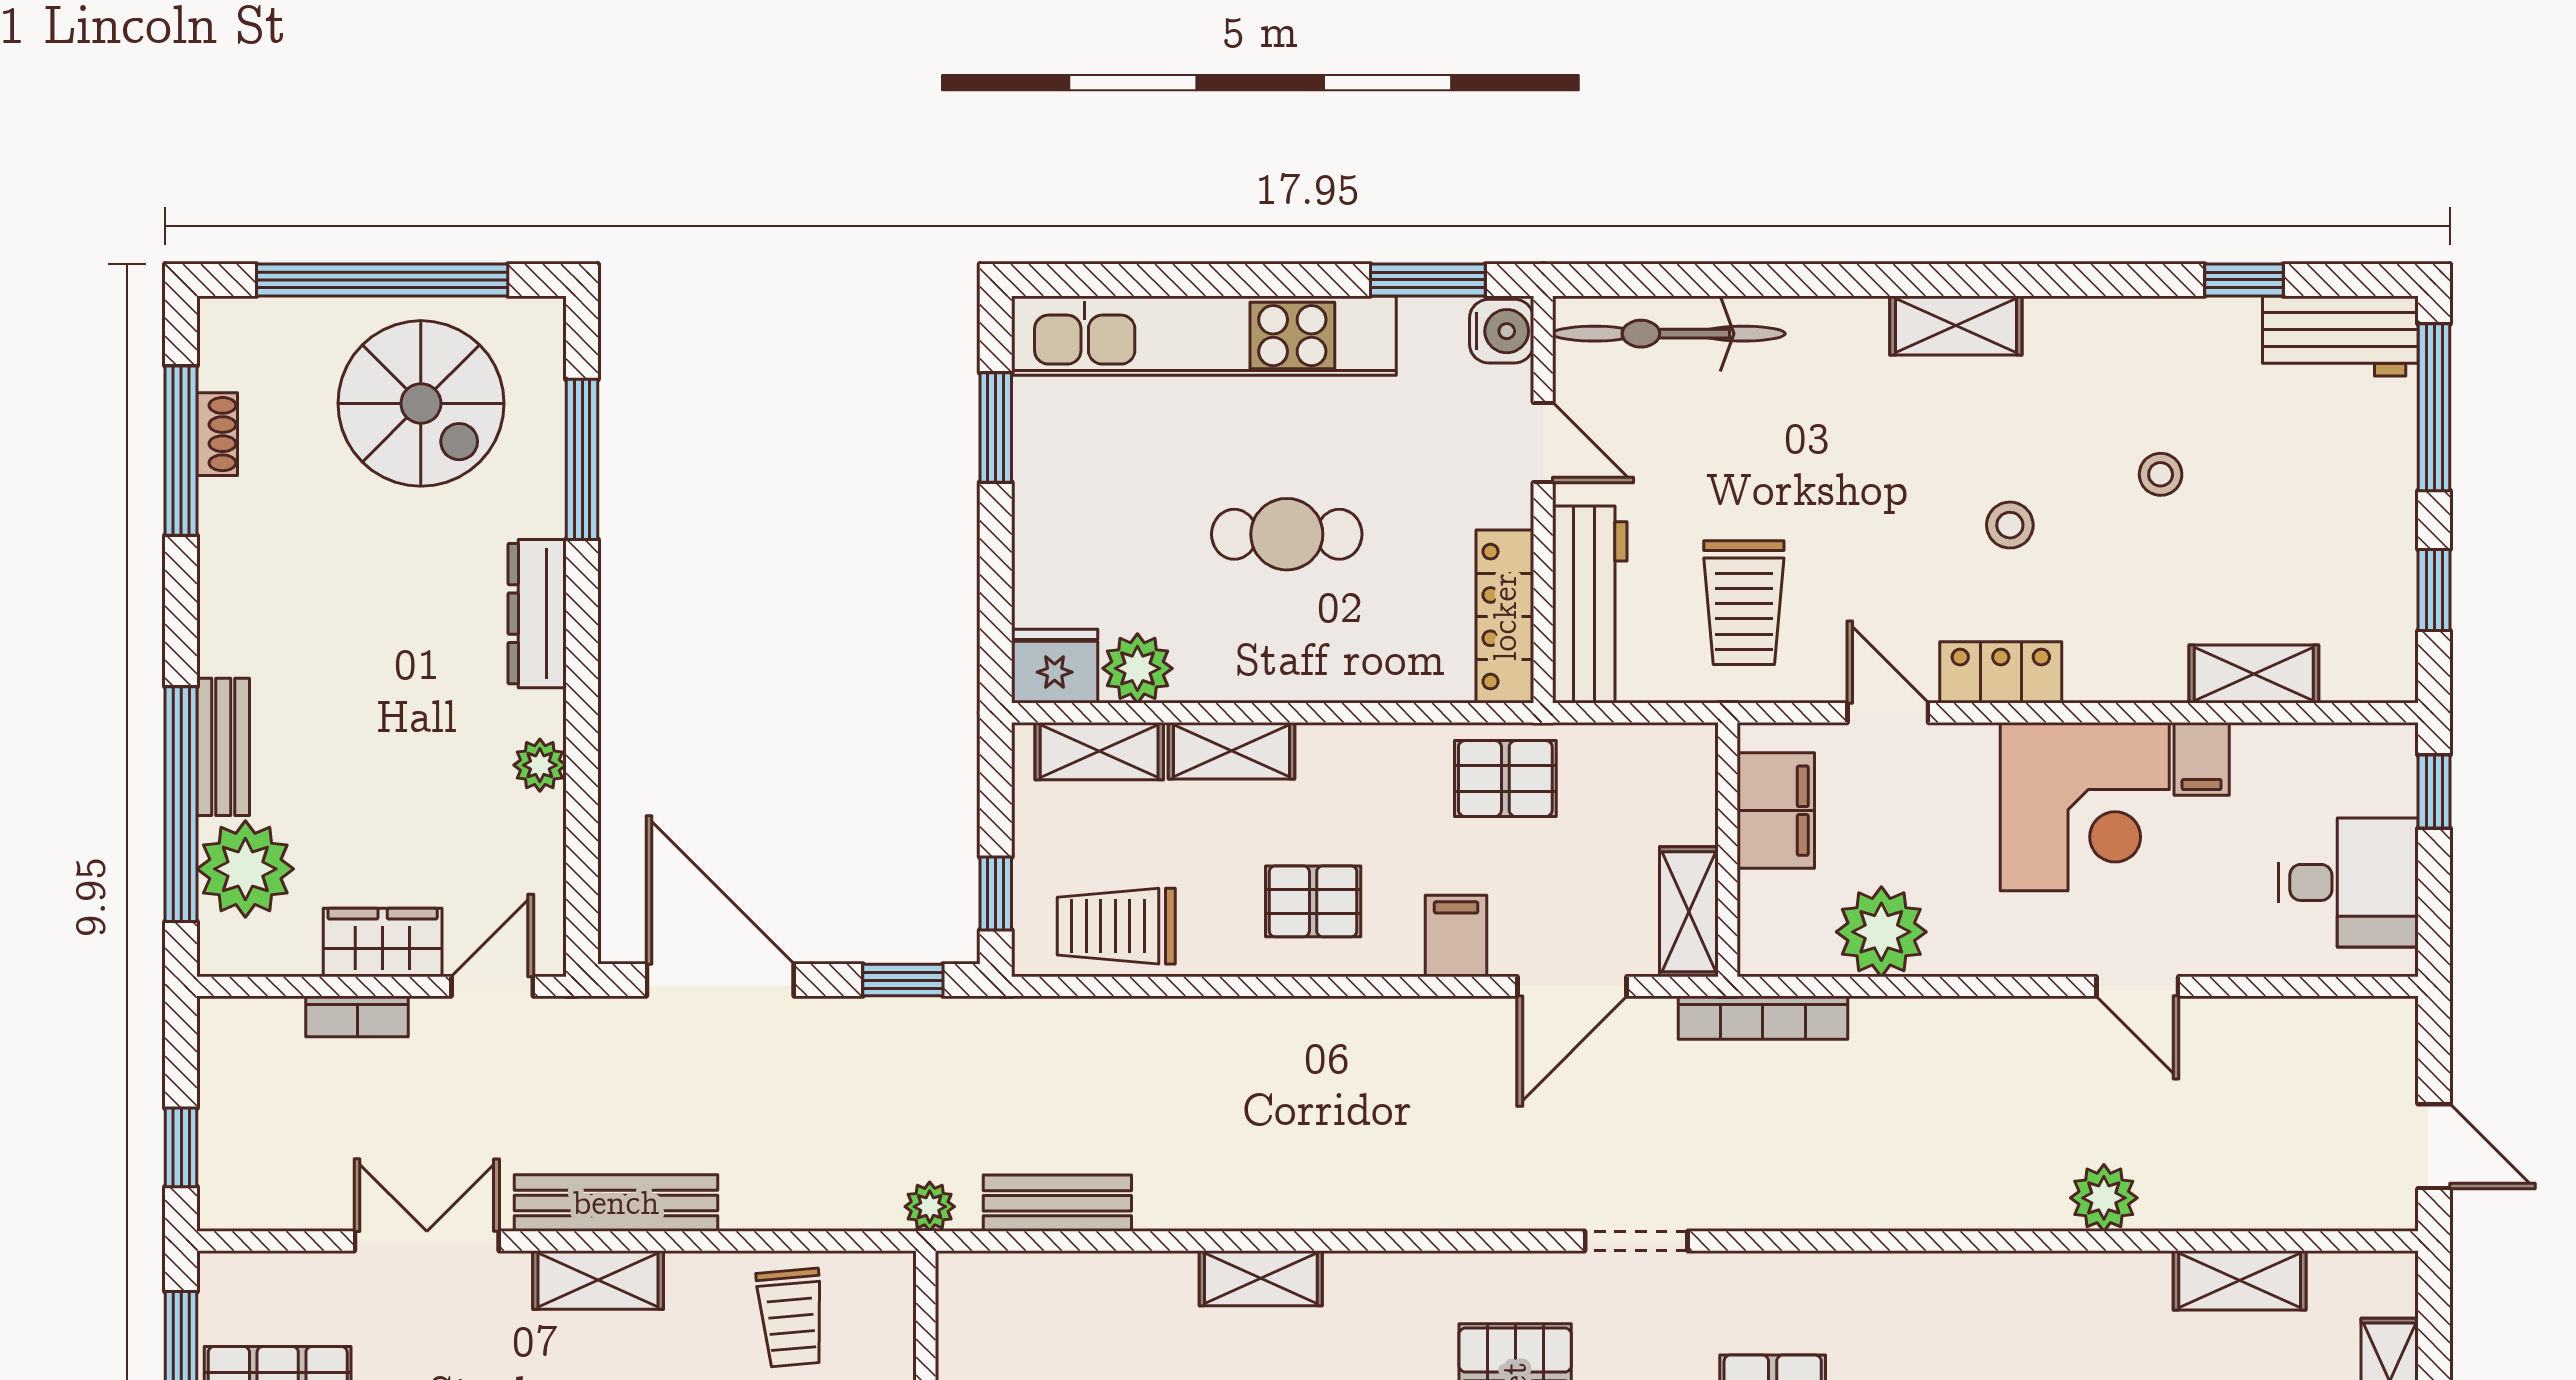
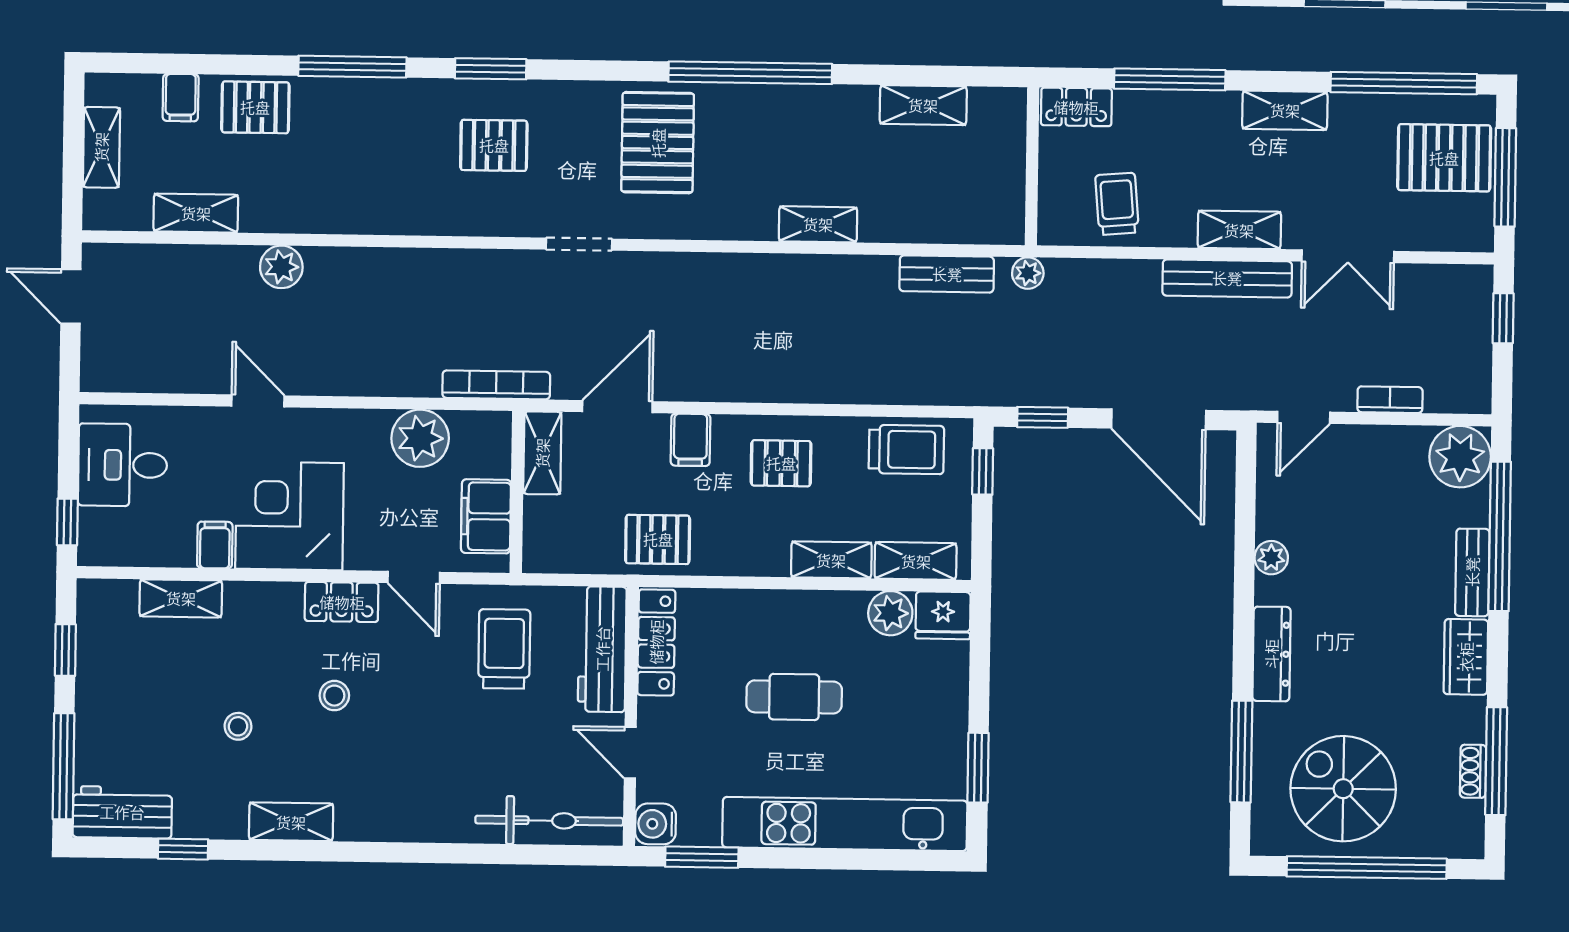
shelving: (1956, 326) -> (291, 822), moved
plant: (245, 869) -> (1460, 457), moved
wardrobe: (383, 943) -> (1466, 657), moved, turned 90

